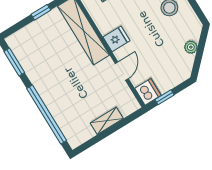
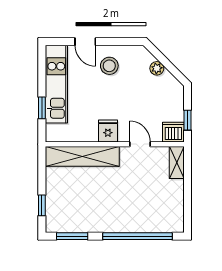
window: (41, 12) -> (42, 205), moved
shelving: (107, 121) -> (177, 162), moved

